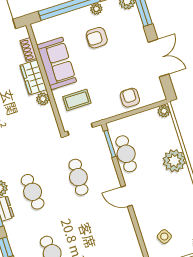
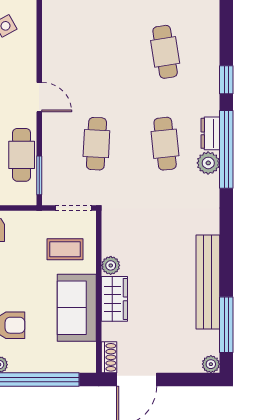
shoe rack: (28, 49) -> (109, 357), moved

